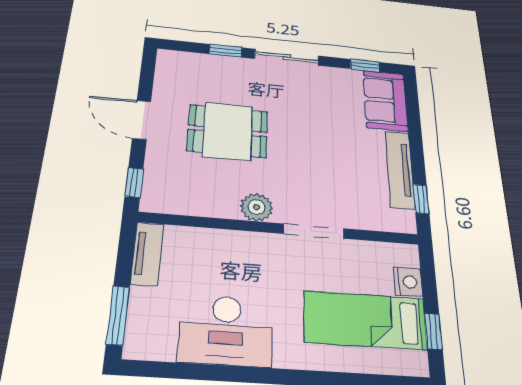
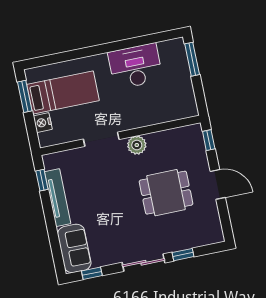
tv unit: (147, 254) -> (188, 98), removed
window: (433, 331) -> (25, 96), width x1.50

